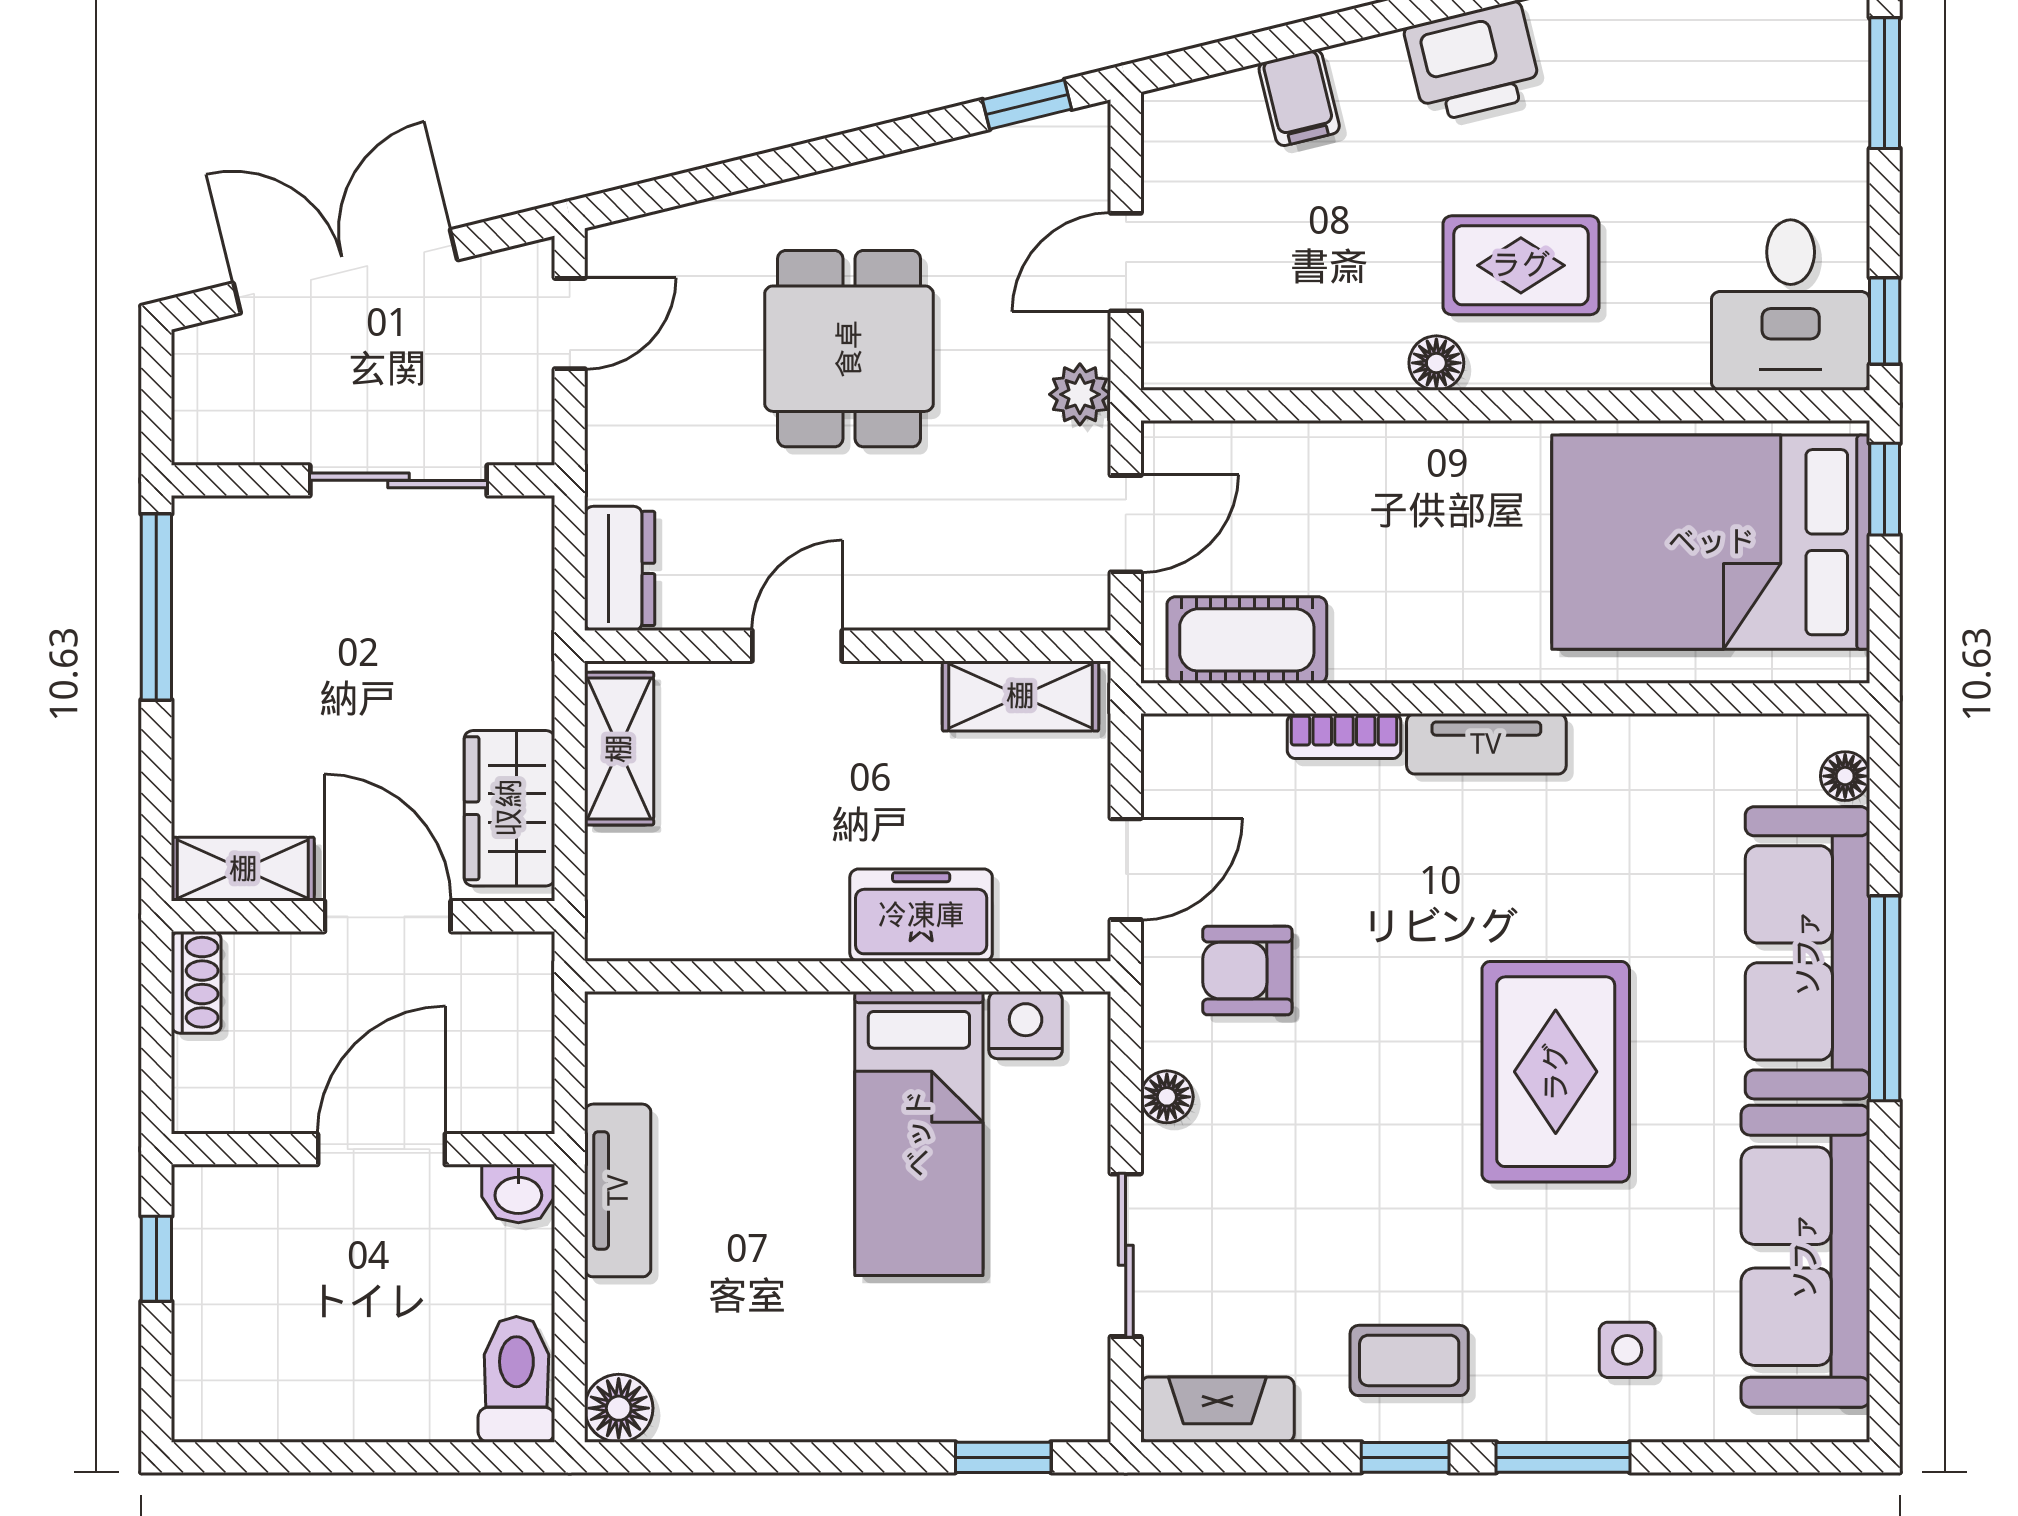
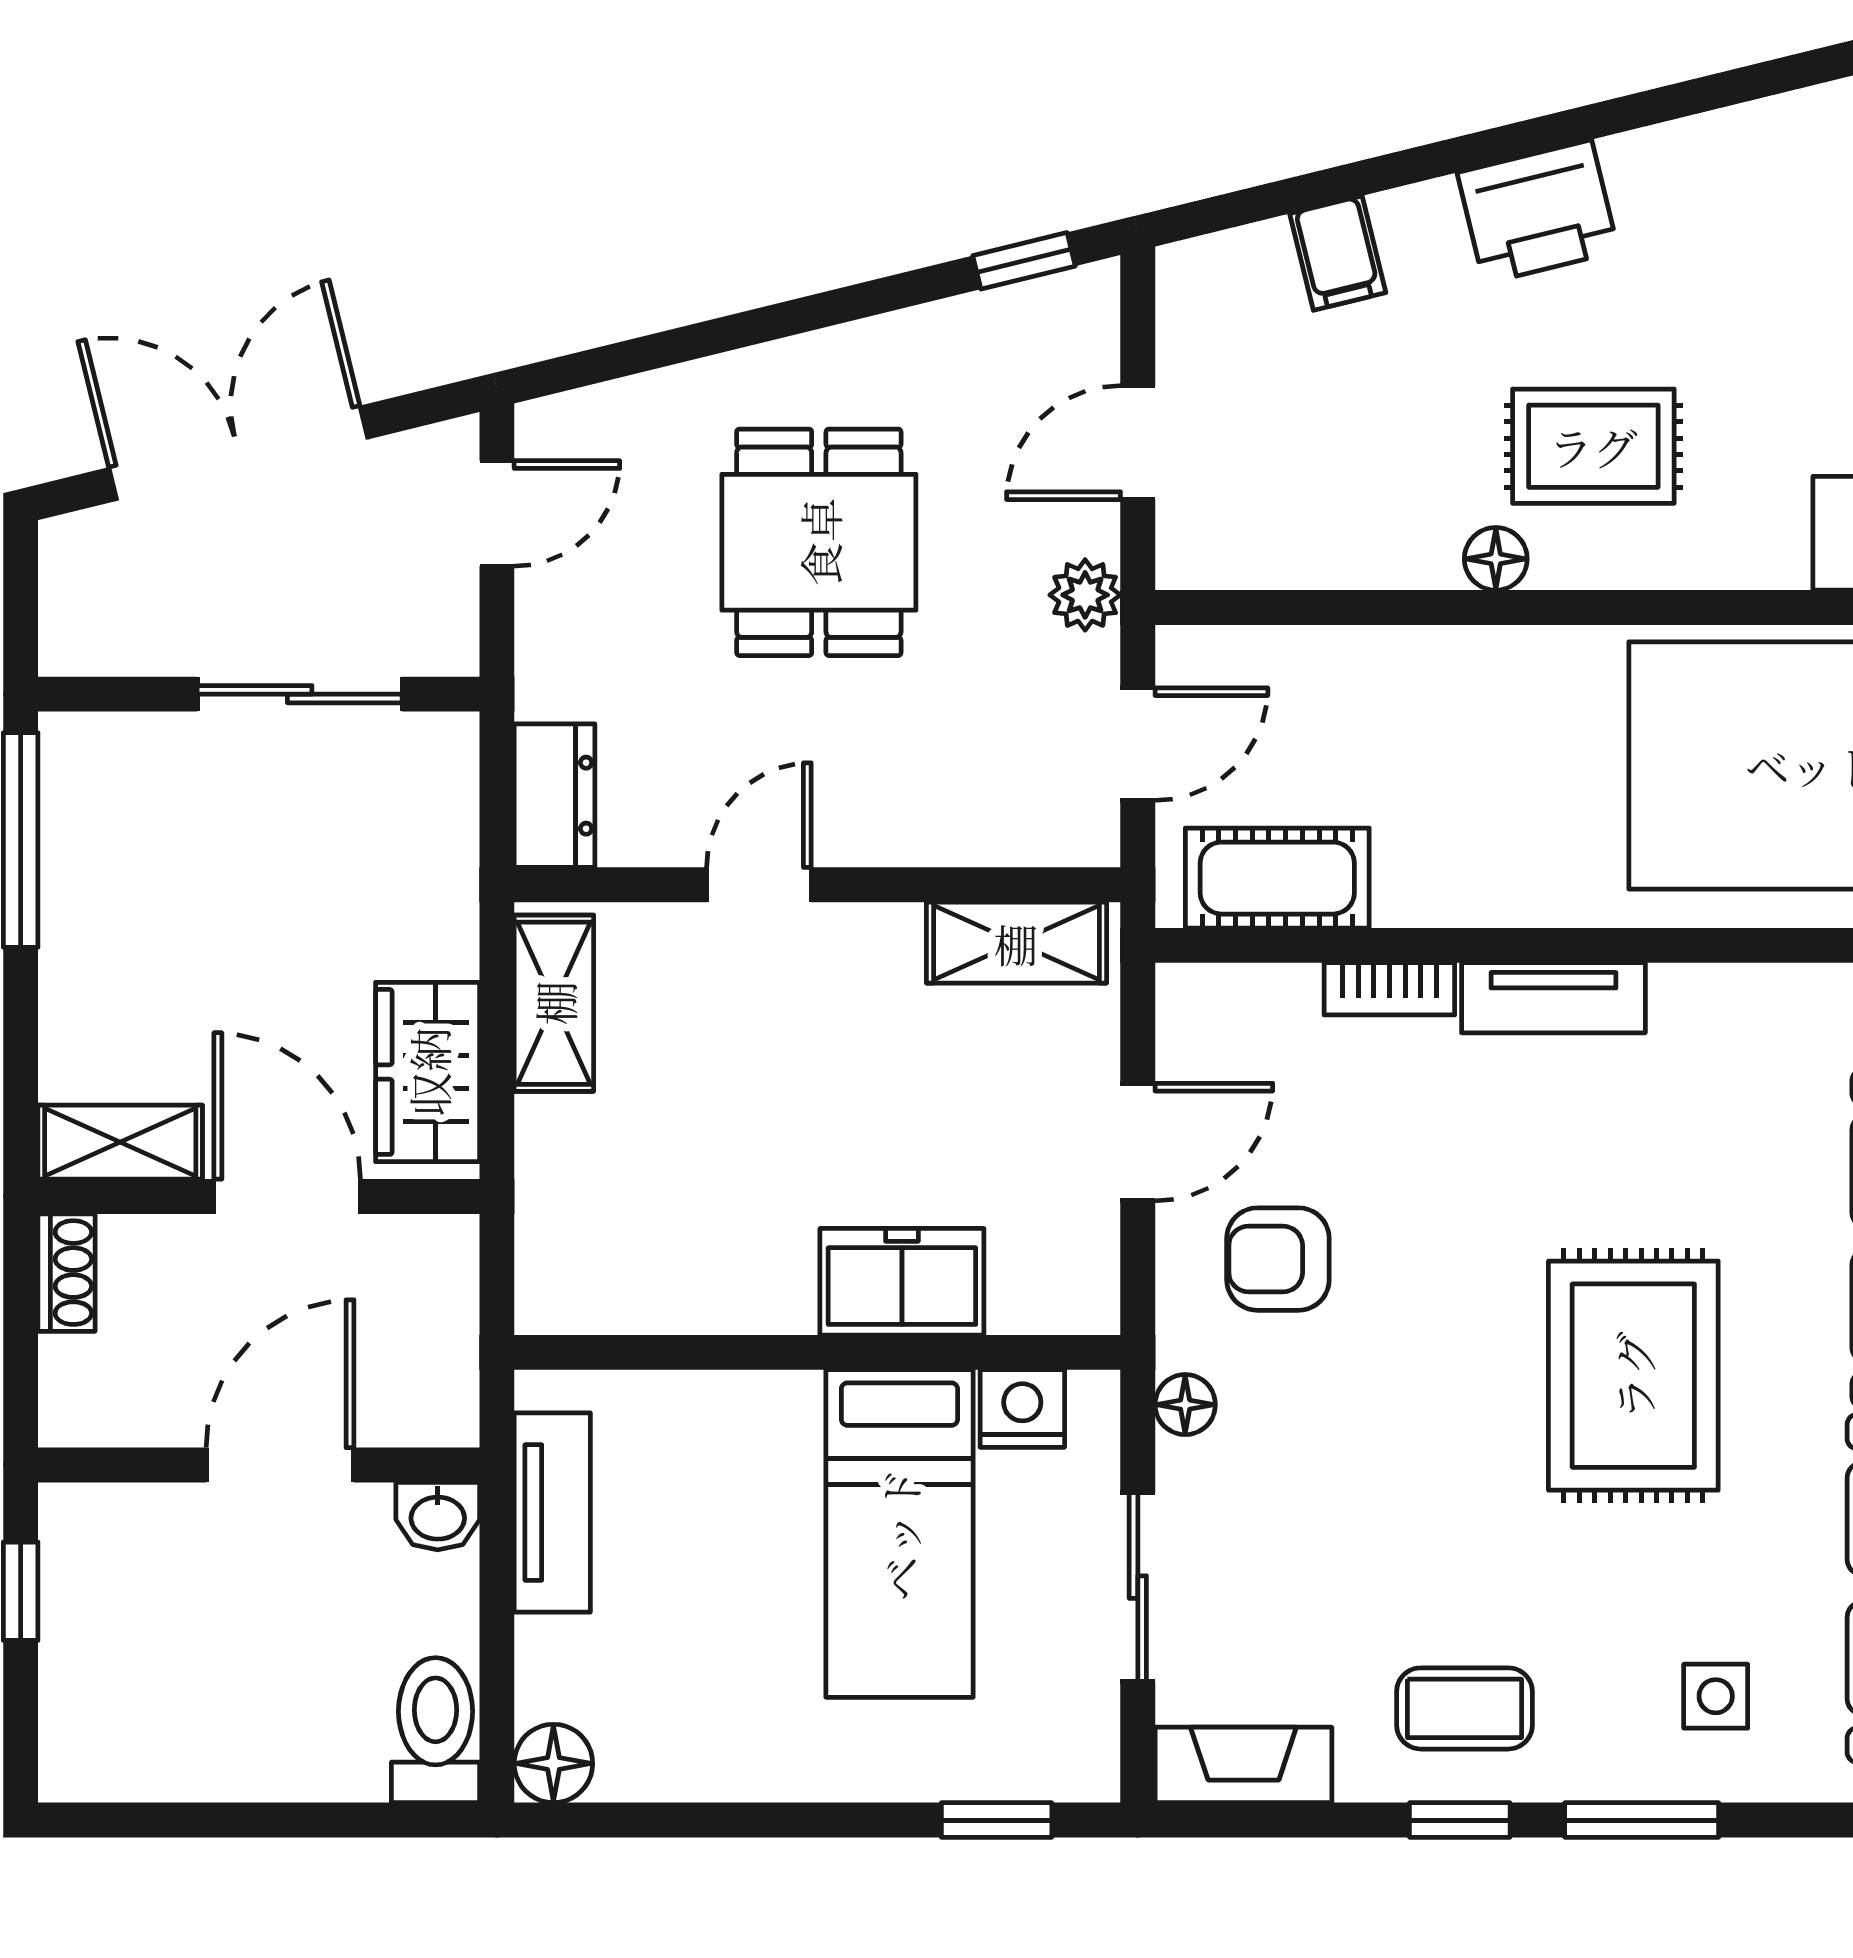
freezer: (921, 915) -> (902, 1282), moved
wall: (848, 976) -> (817, 1352), moved
nightstand: (1026, 1025) -> (1022, 1409), moved
bed: (919, 1134) -> (899, 1534), moved

